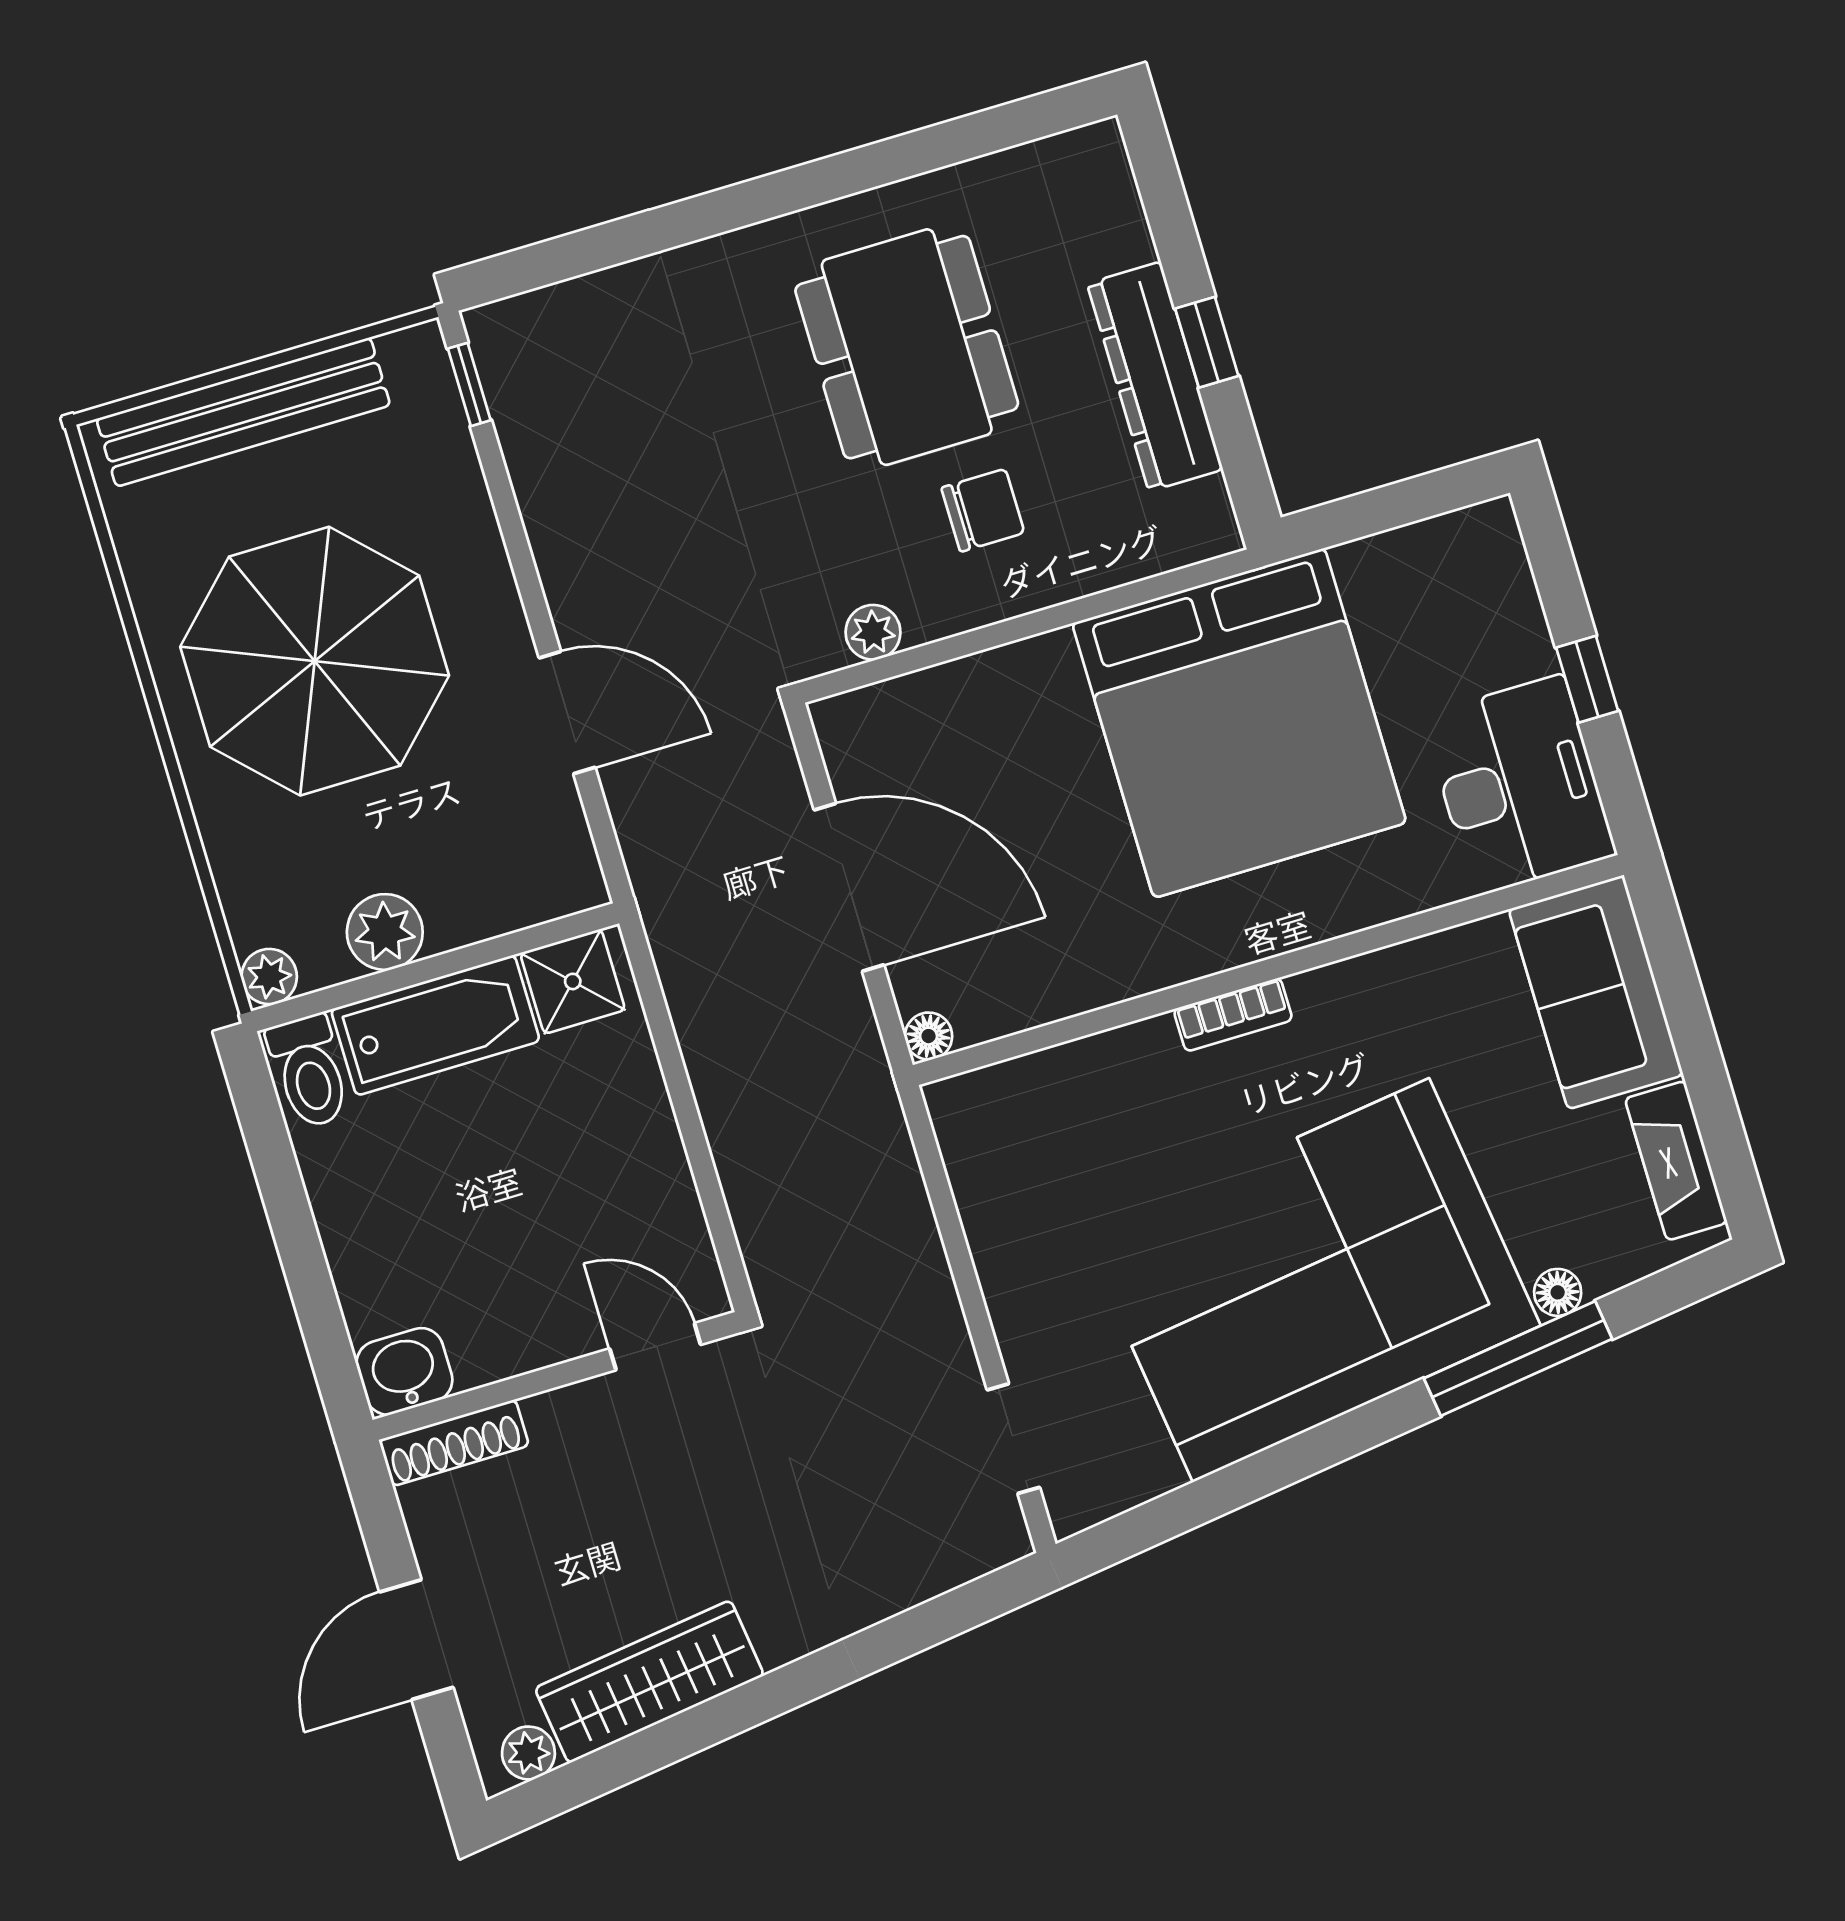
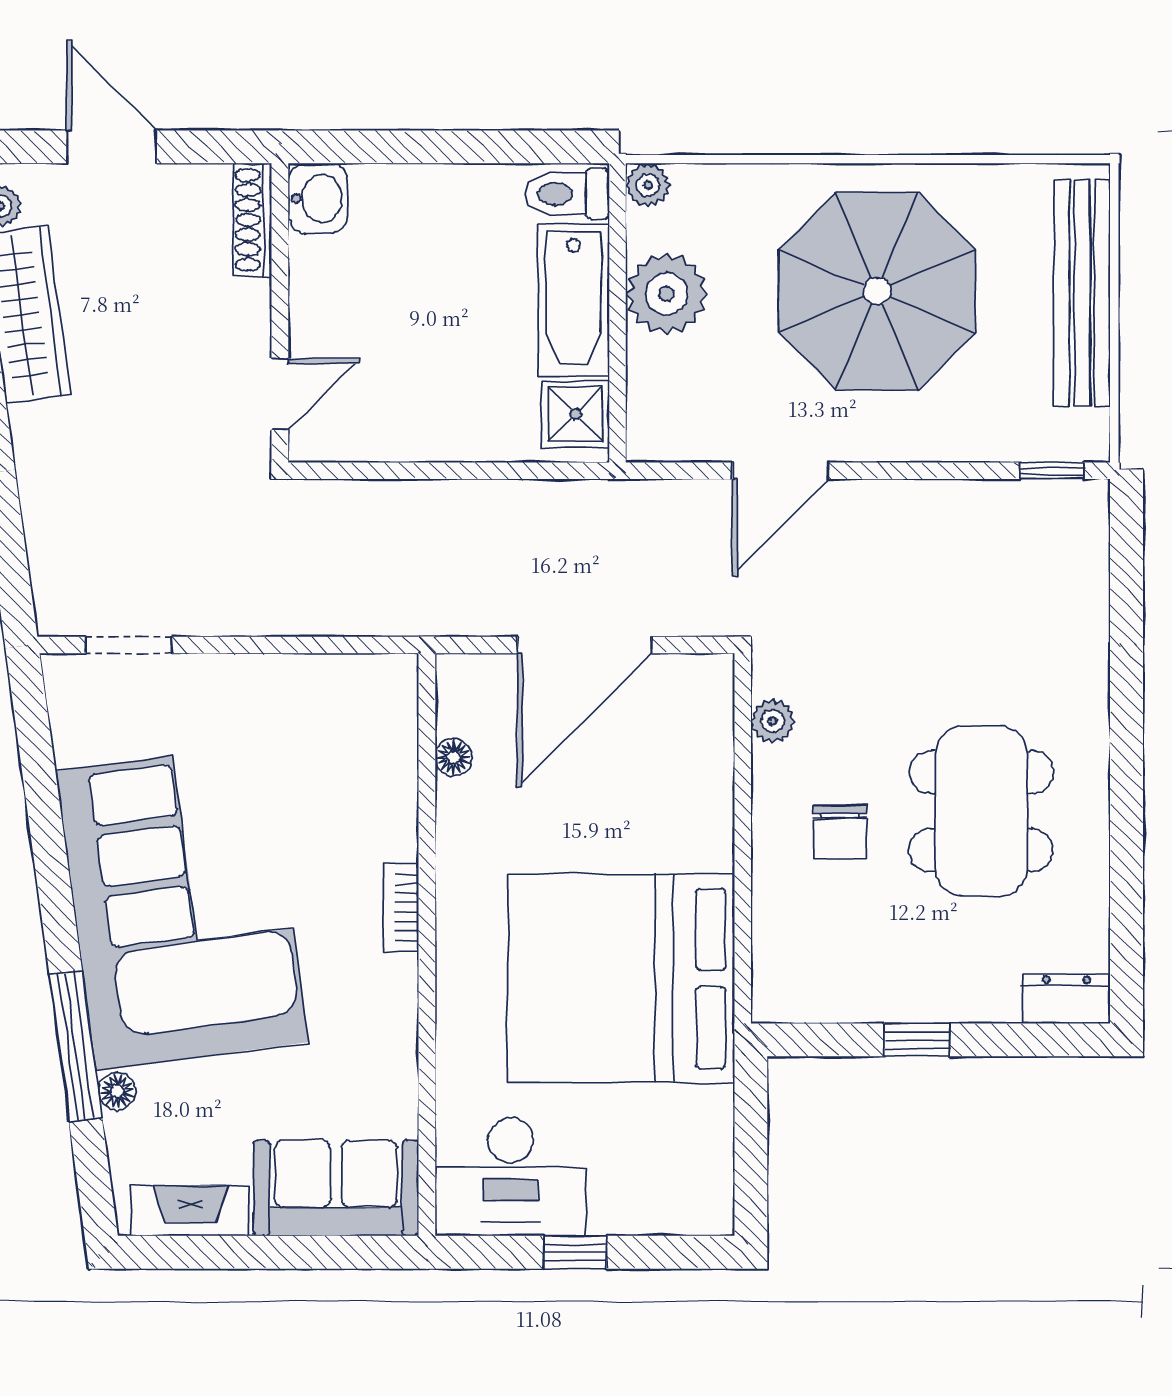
dining table: (907, 347) -> (981, 811), turned 90
dresser: (1155, 376) -> (1066, 999), moved, width x0.51, depth x0.80
plant: (385, 932) -> (667, 294), width x1.36, depth x1.36
floor lamp: (929, 1036) -> (454, 757), moved

